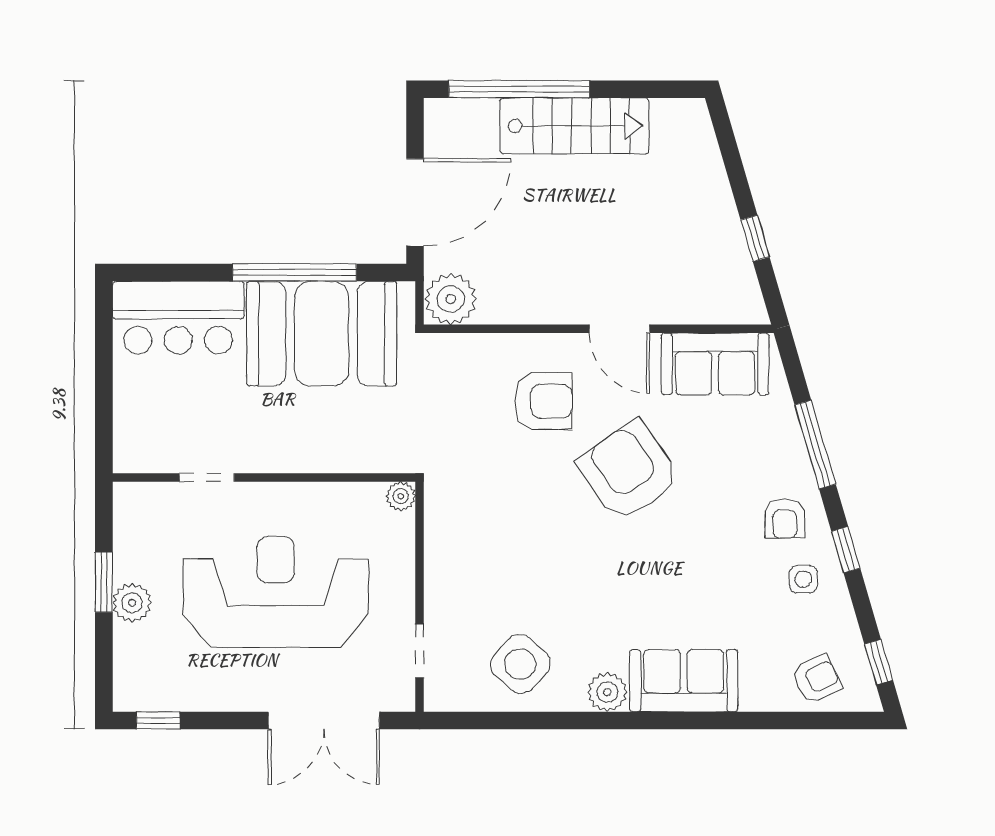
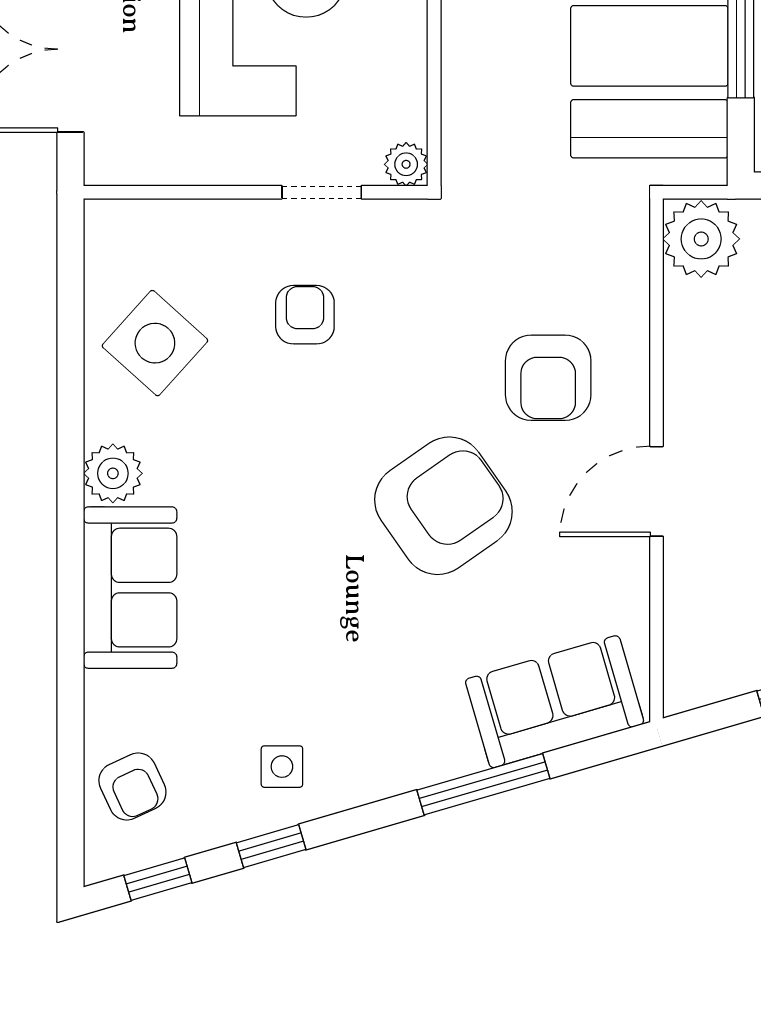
sofa: (715, 364) -> (555, 702), moved, turned 74
armchair: (785, 519) -> (305, 315), moved, turned 90
window: (846, 550) -> (271, 846), moved
doorway: (419, 651) -> (322, 192), moved

